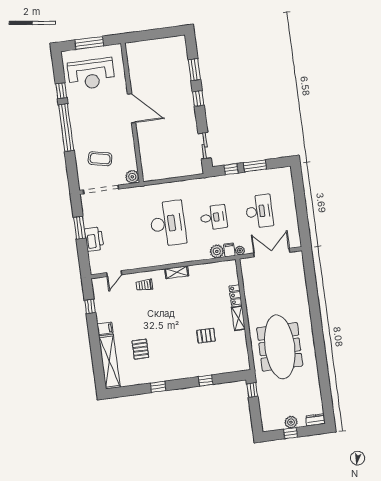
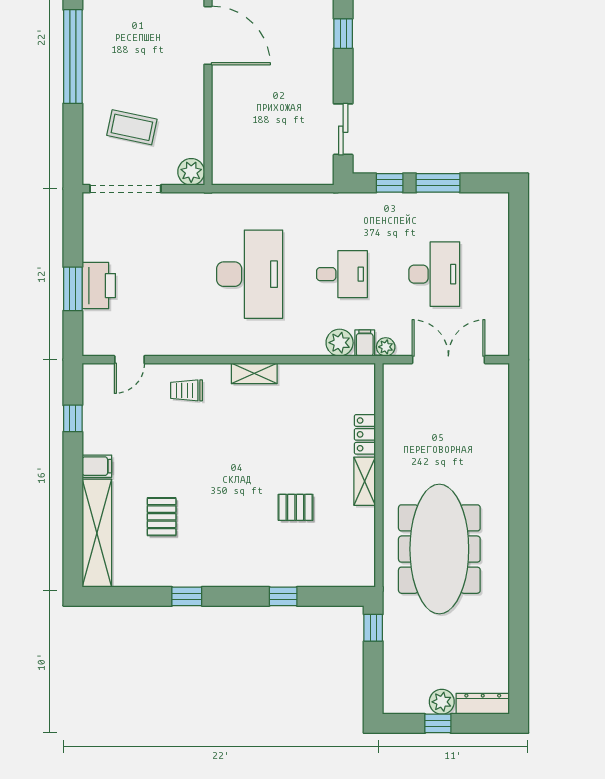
window: (80, 228) -> (73, 289), moved
dresser: (315, 420) -> (483, 704), width x1.44

